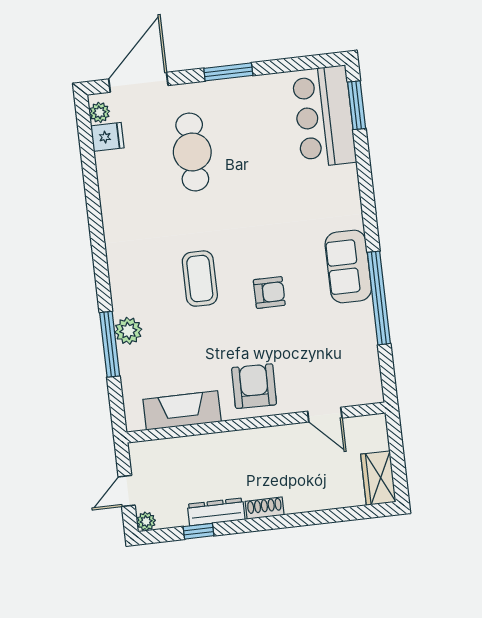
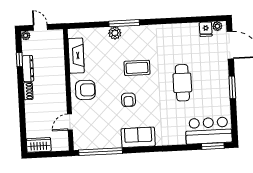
cafe table: (192, 152) -> (182, 83), moved, turned 90
window: (379, 298) -> (101, 152), moved
window: (110, 344) -> (124, 23), moved

